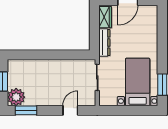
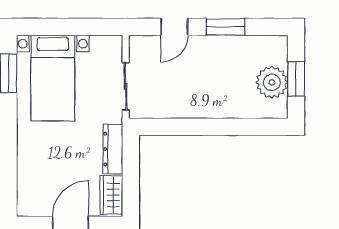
plant: (16, 97) -> (272, 82), moved
window: (26, 110) -> (225, 27), moved

